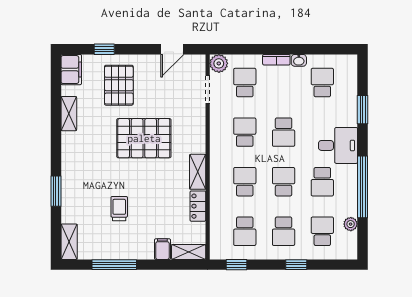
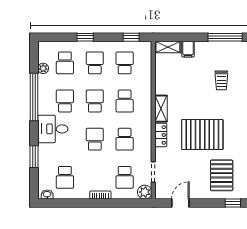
washbasin: (299, 60) -> (47, 194), moved
school desk: (284, 182) -> (95, 101), turned 180
locker: (198, 206) -> (161, 135), moved

